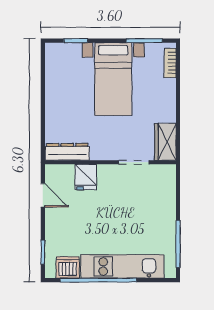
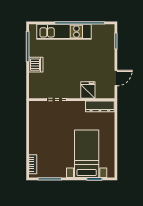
bed with nightstands: (113, 79) -> (87, 154), moved
wardrobe: (165, 142) -> (36, 113), removed
door: (43, 195) -> (116, 78), swing flipped
dishwasher: (68, 267) -> (36, 65), moved, turned -90

